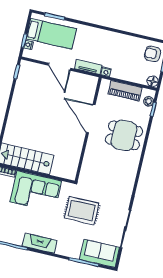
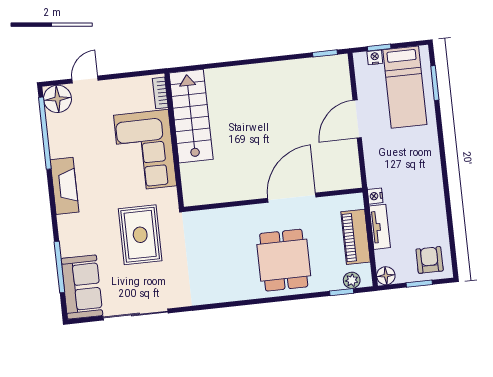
tv unit: (88, 67) -> (380, 227), moved

